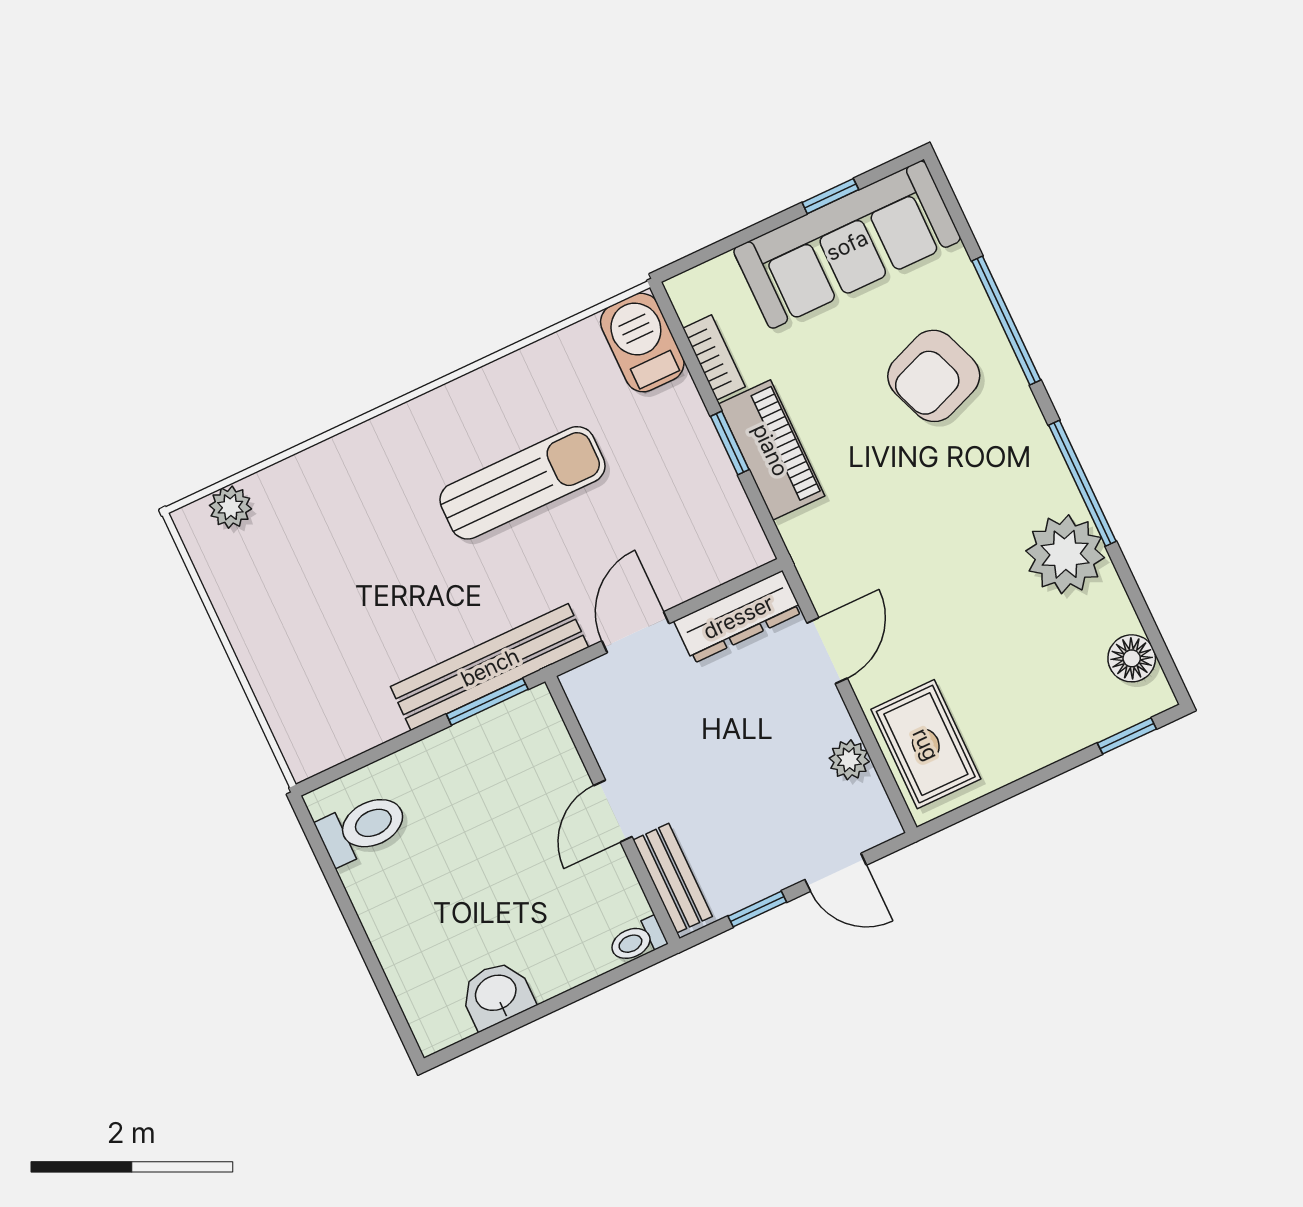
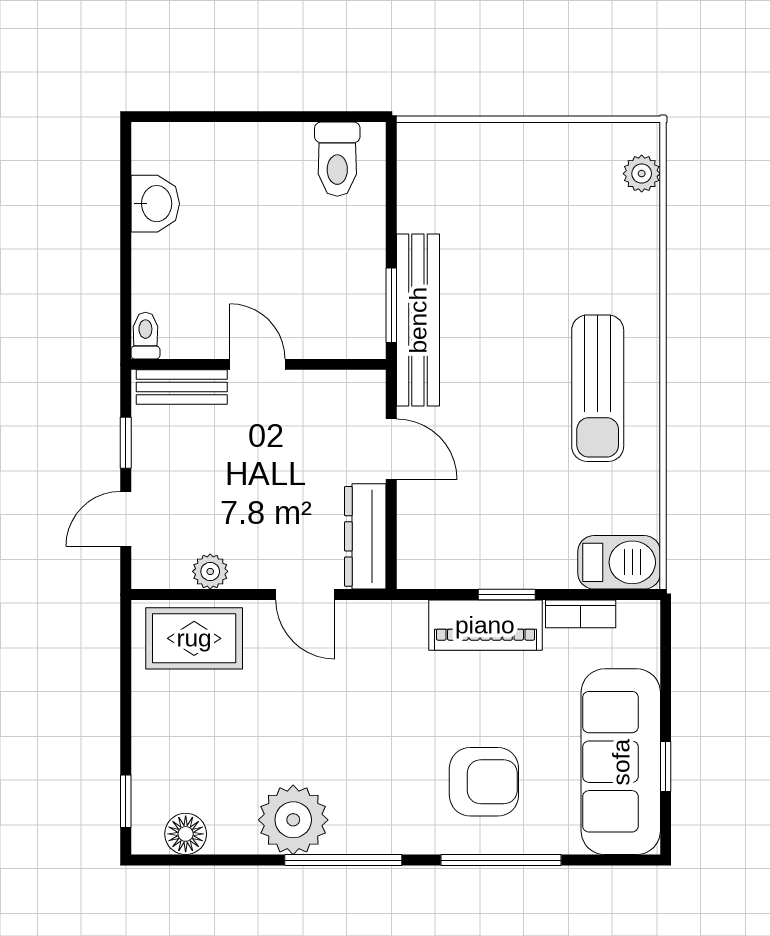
armchair: (934, 376) -> (484, 782), turned 111
sun lounger: (523, 483) -> (598, 388), moved

